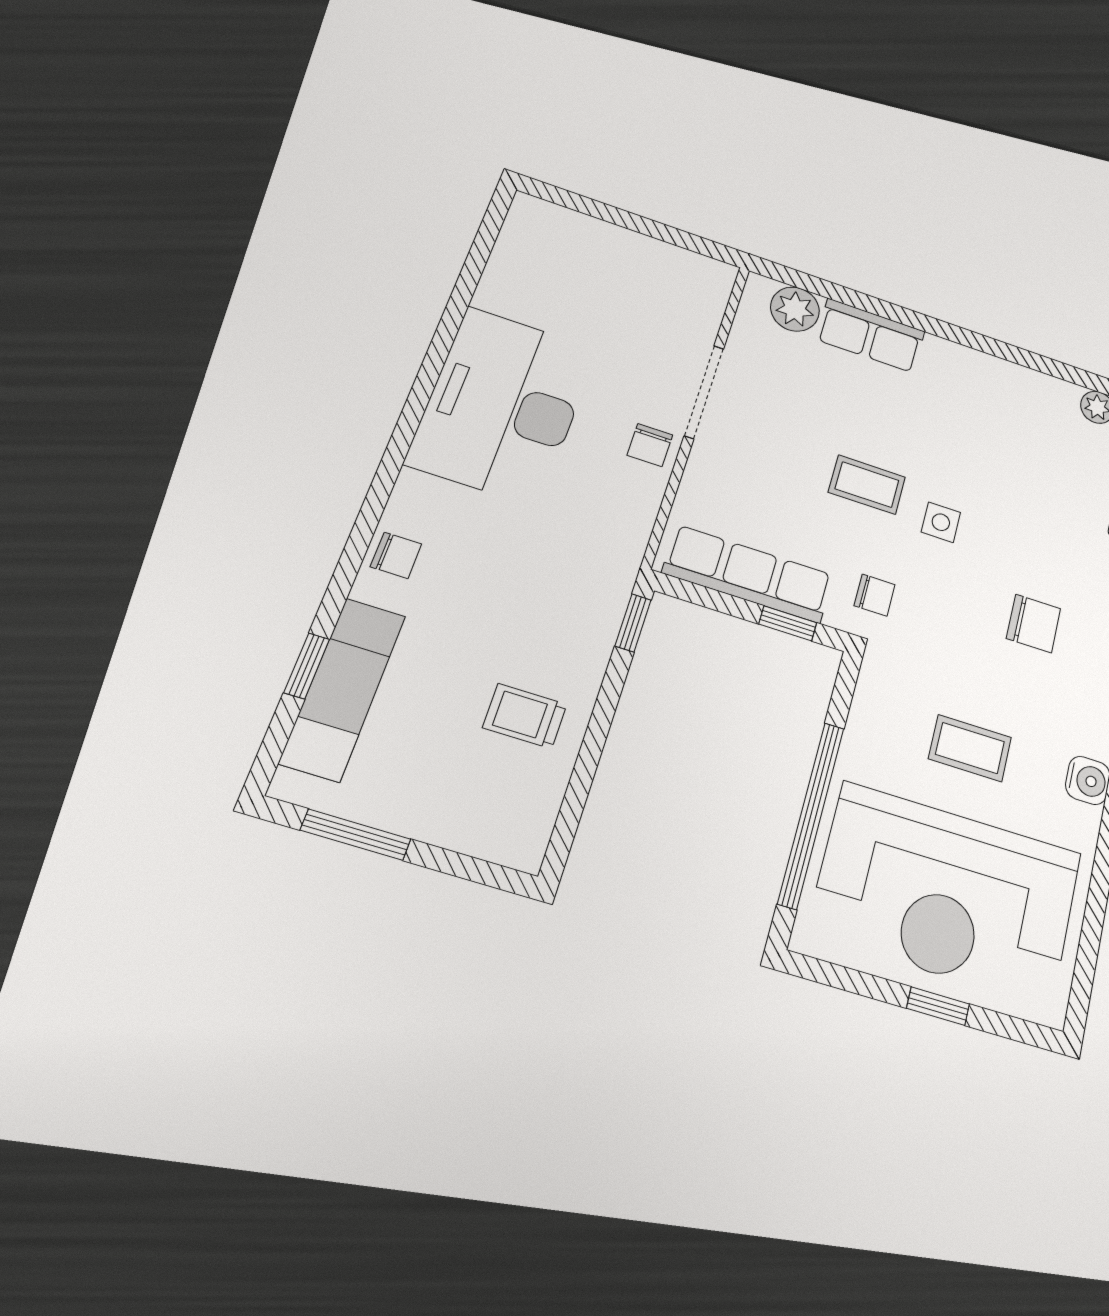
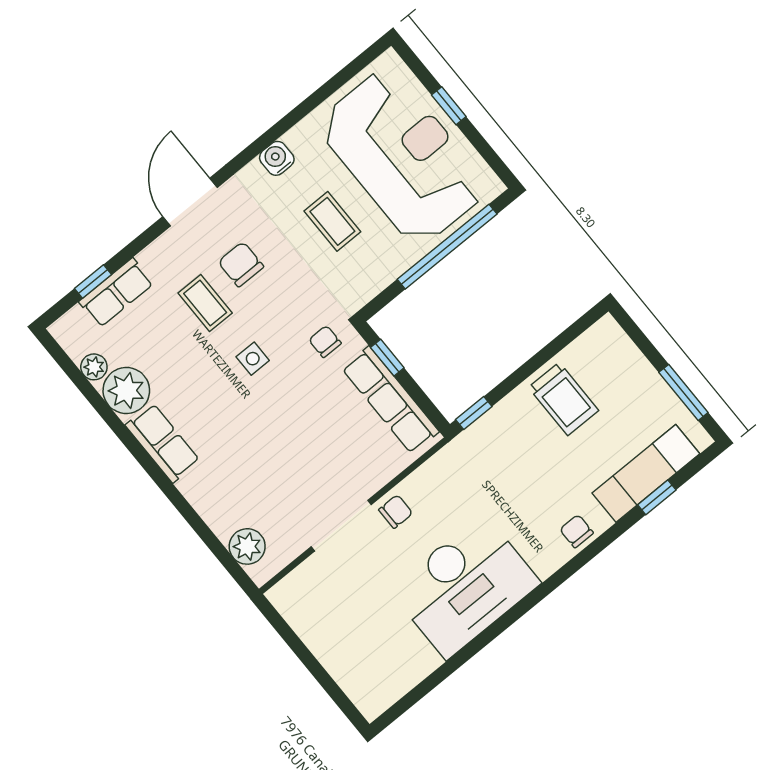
row of seats: (871, 335) -> (163, 443), moved
plant: (1046, 402) -> (126, 391), added
coffee table: (867, 485) -> (205, 303), moved
trolley: (525, 716) -> (564, 399), width x1.36, depth x1.39

